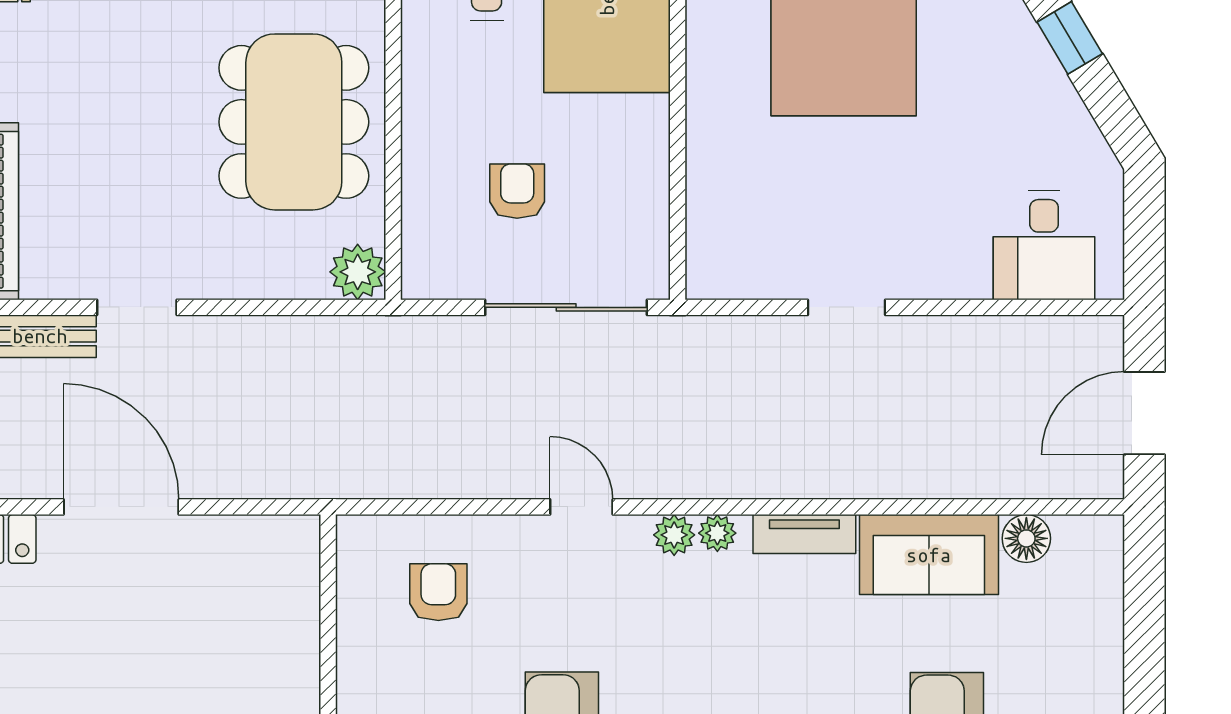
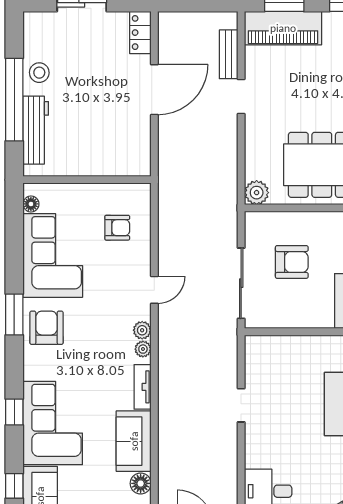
armchair: (517, 191) -> (292, 262), width x1.38, depth x1.38

